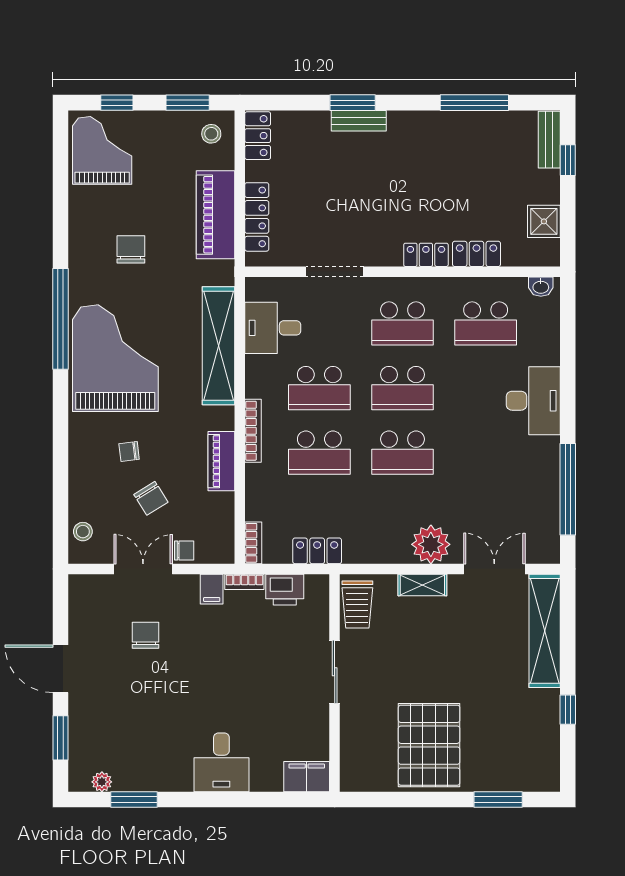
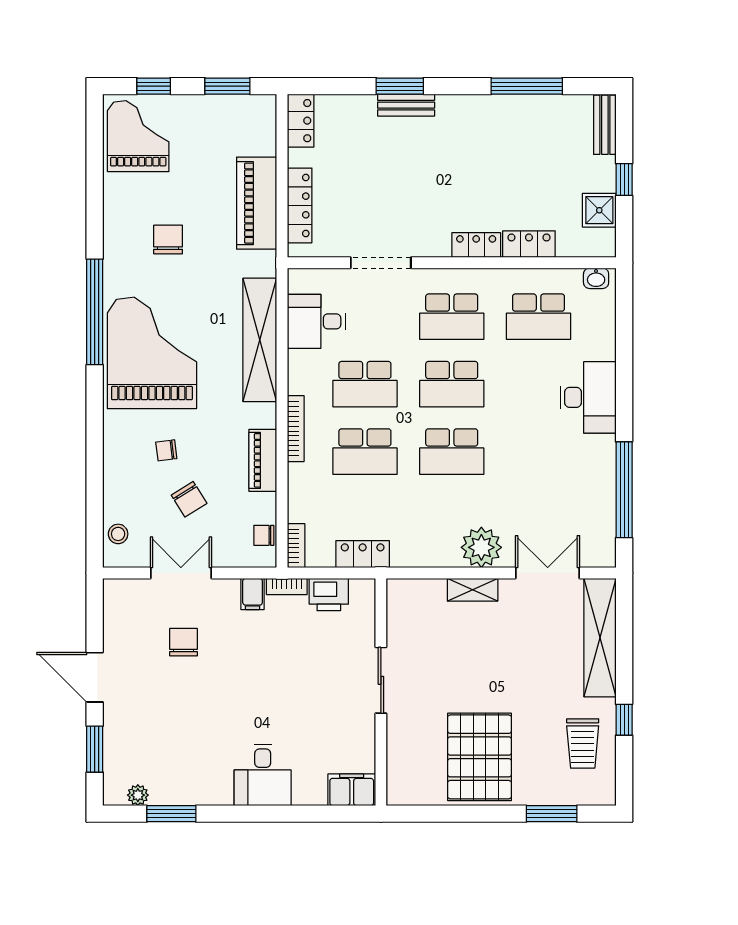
stool: (211, 134) -> (252, 119), removed
window: (568, 160) -> (624, 179), moved
chair: (184, 551) -> (264, 535), moved, turned 180
trolley: (357, 605) -> (583, 744), moved

